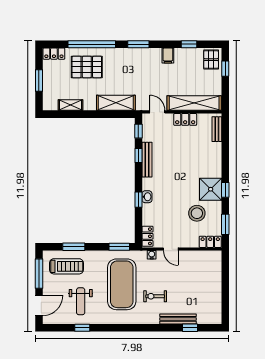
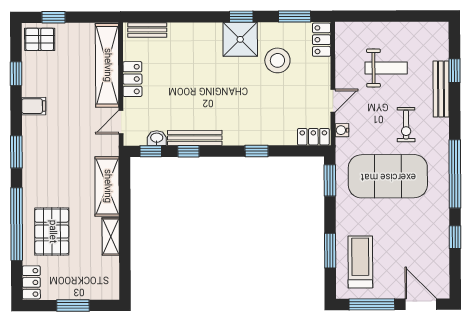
shelving: (70, 105) -> (111, 236), moved
washbasin: (147, 197) -> (157, 138), moved
weight bench: (81, 301) -> (386, 68), moved
window: (123, 328) -> (455, 174), added

